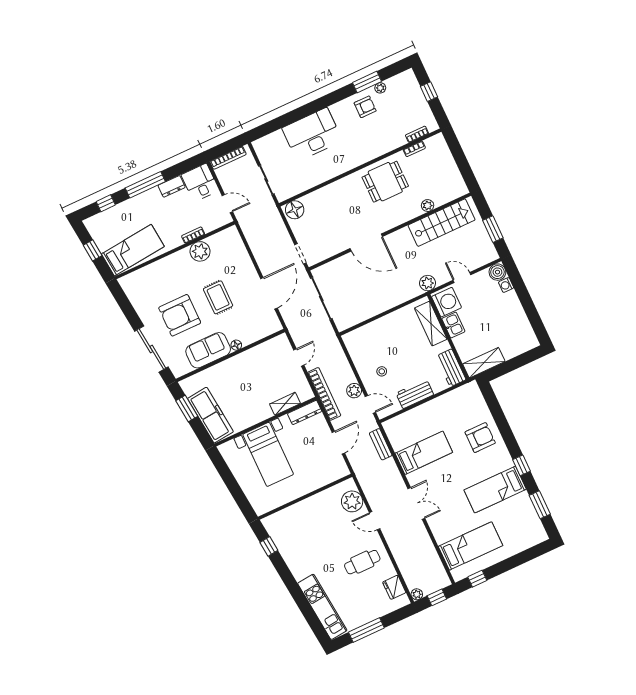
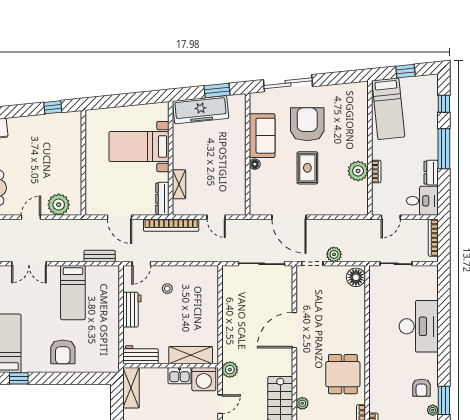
rug: (218, 297) -> (307, 168), turned 90
plant: (354, 391) -> (334, 254), moved

